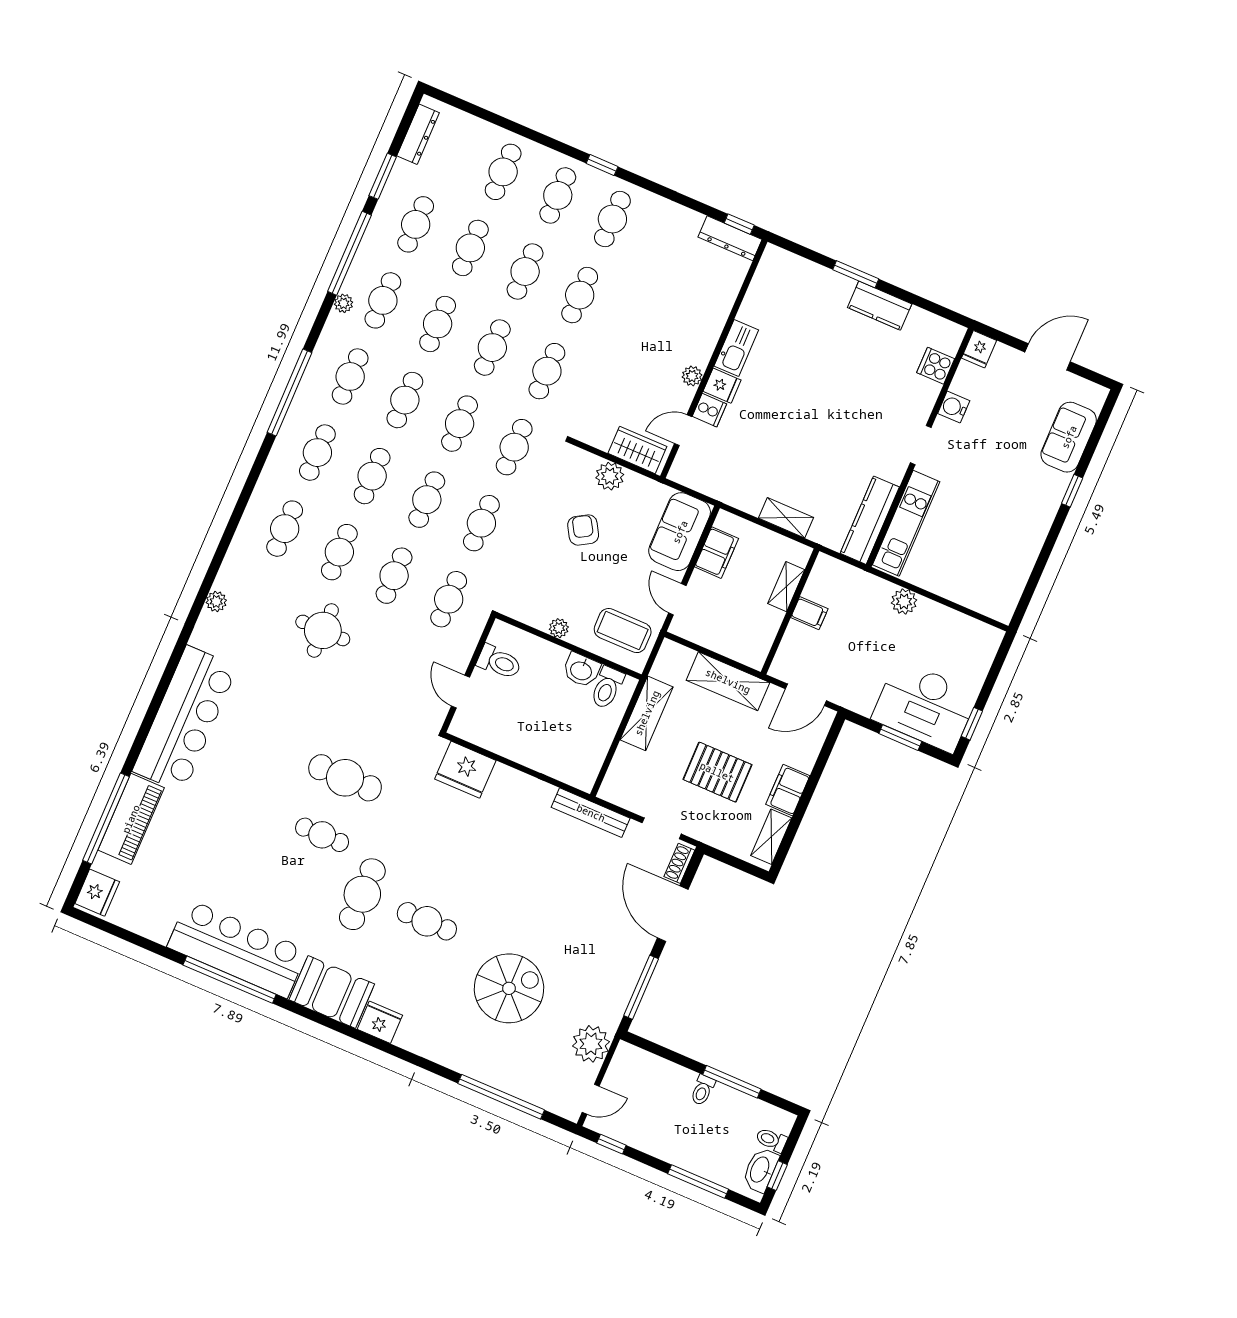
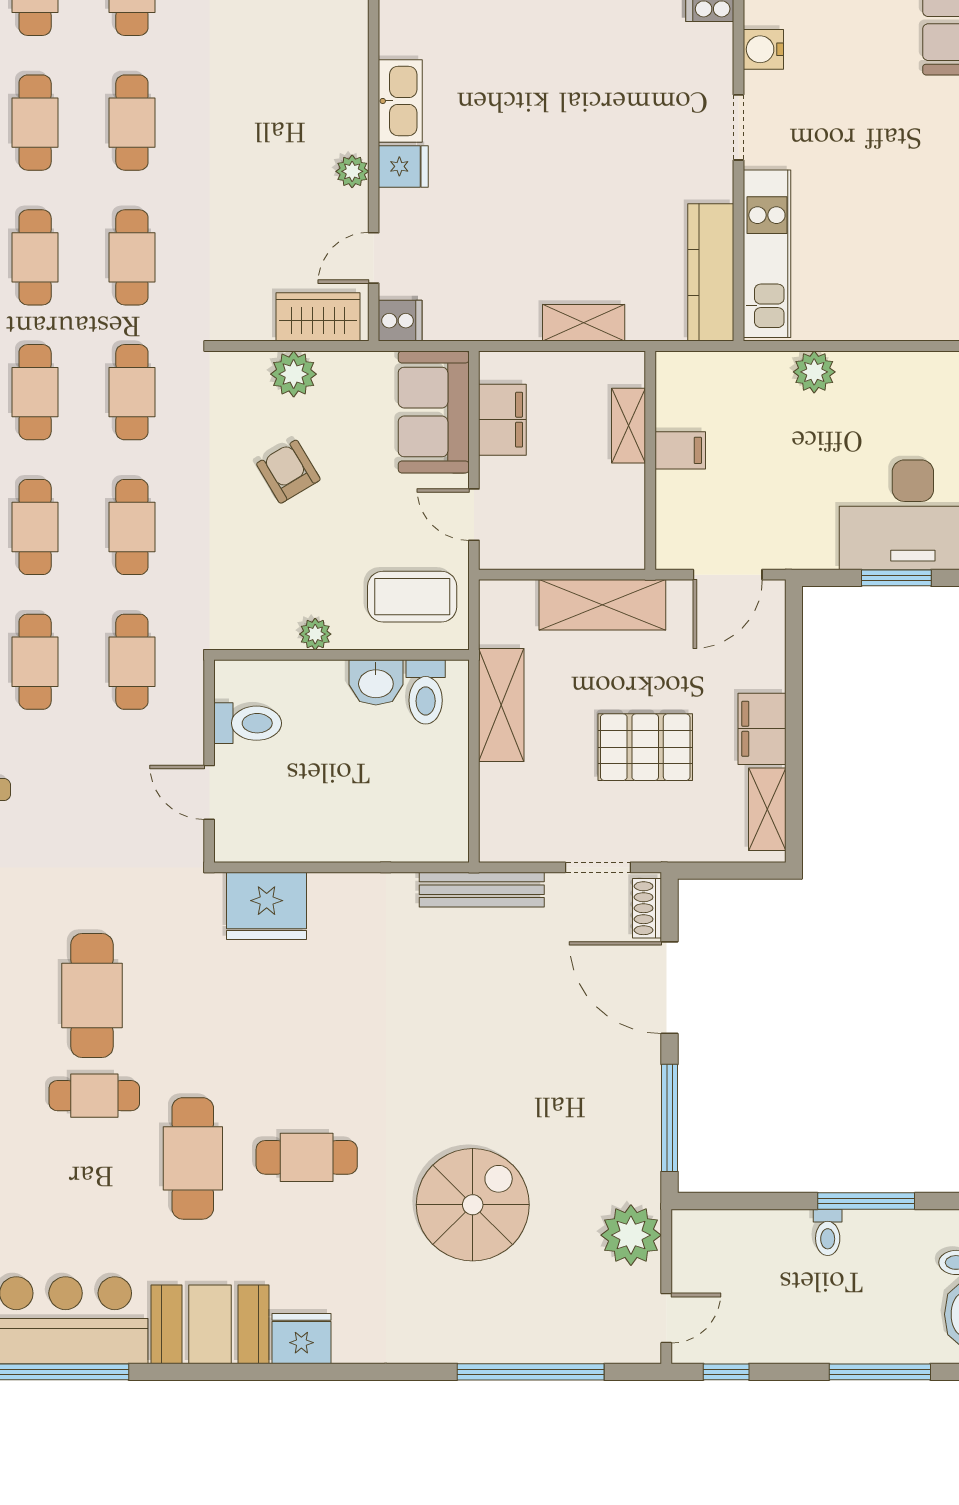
cooker: (709, 410) -> (400, 321), moved
cafe table: (345, 778) -> (92, 996), turned 90

